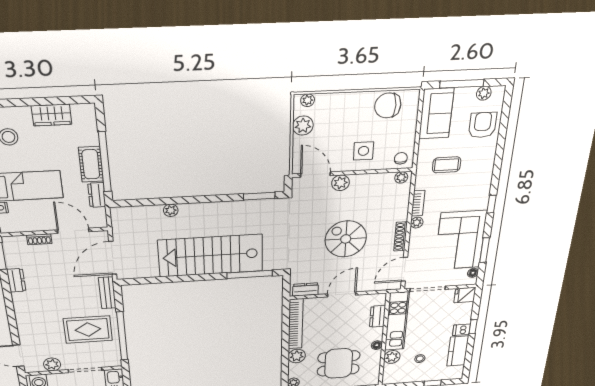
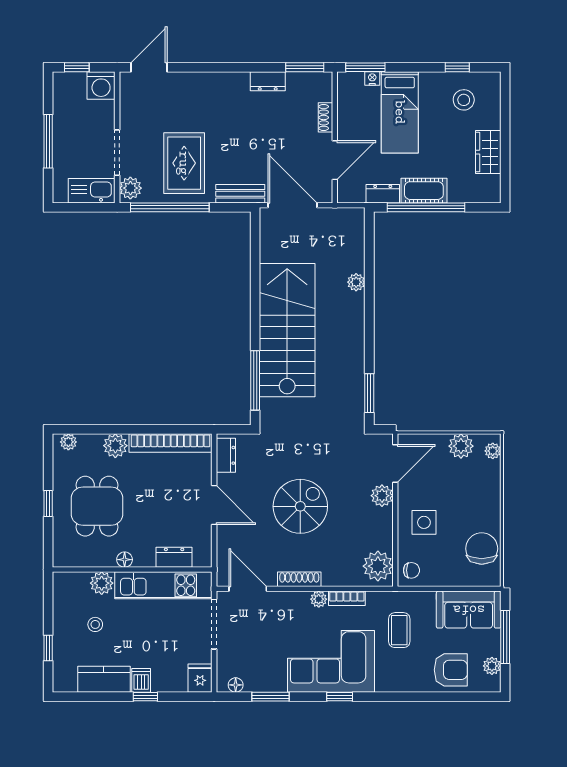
plant: (401, 177) -> (378, 566), width x1.88, depth x1.88
corner sofa: (460, 240) -> (331, 661), moved
plant: (52, 364) -> (130, 188), moved

